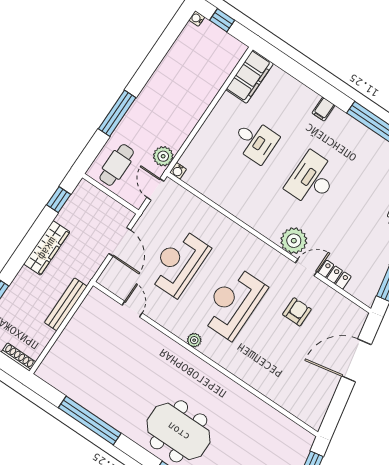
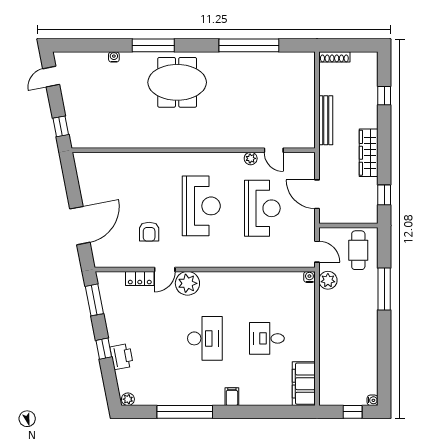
plant: (194, 340) -> (251, 158), moved

